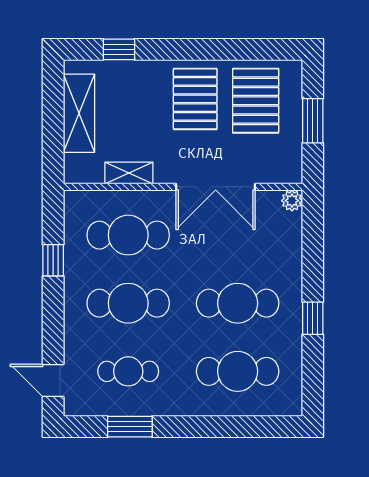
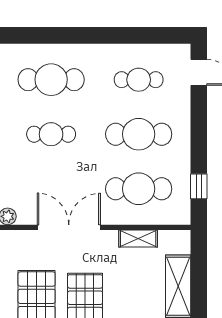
window: (53, 260) -> (199, 186), moved
cafe table: (238, 303) -> (51, 134), width x0.73, depth x0.74
window: (130, 427) -> (137, 35), removed

